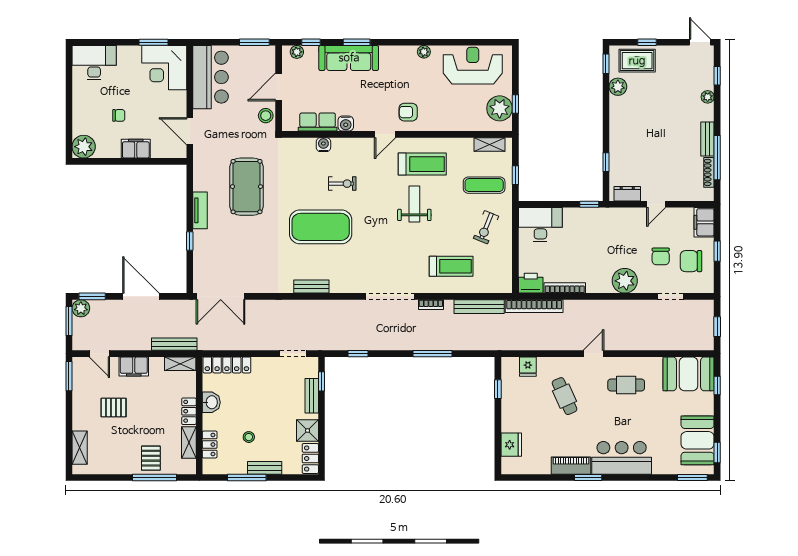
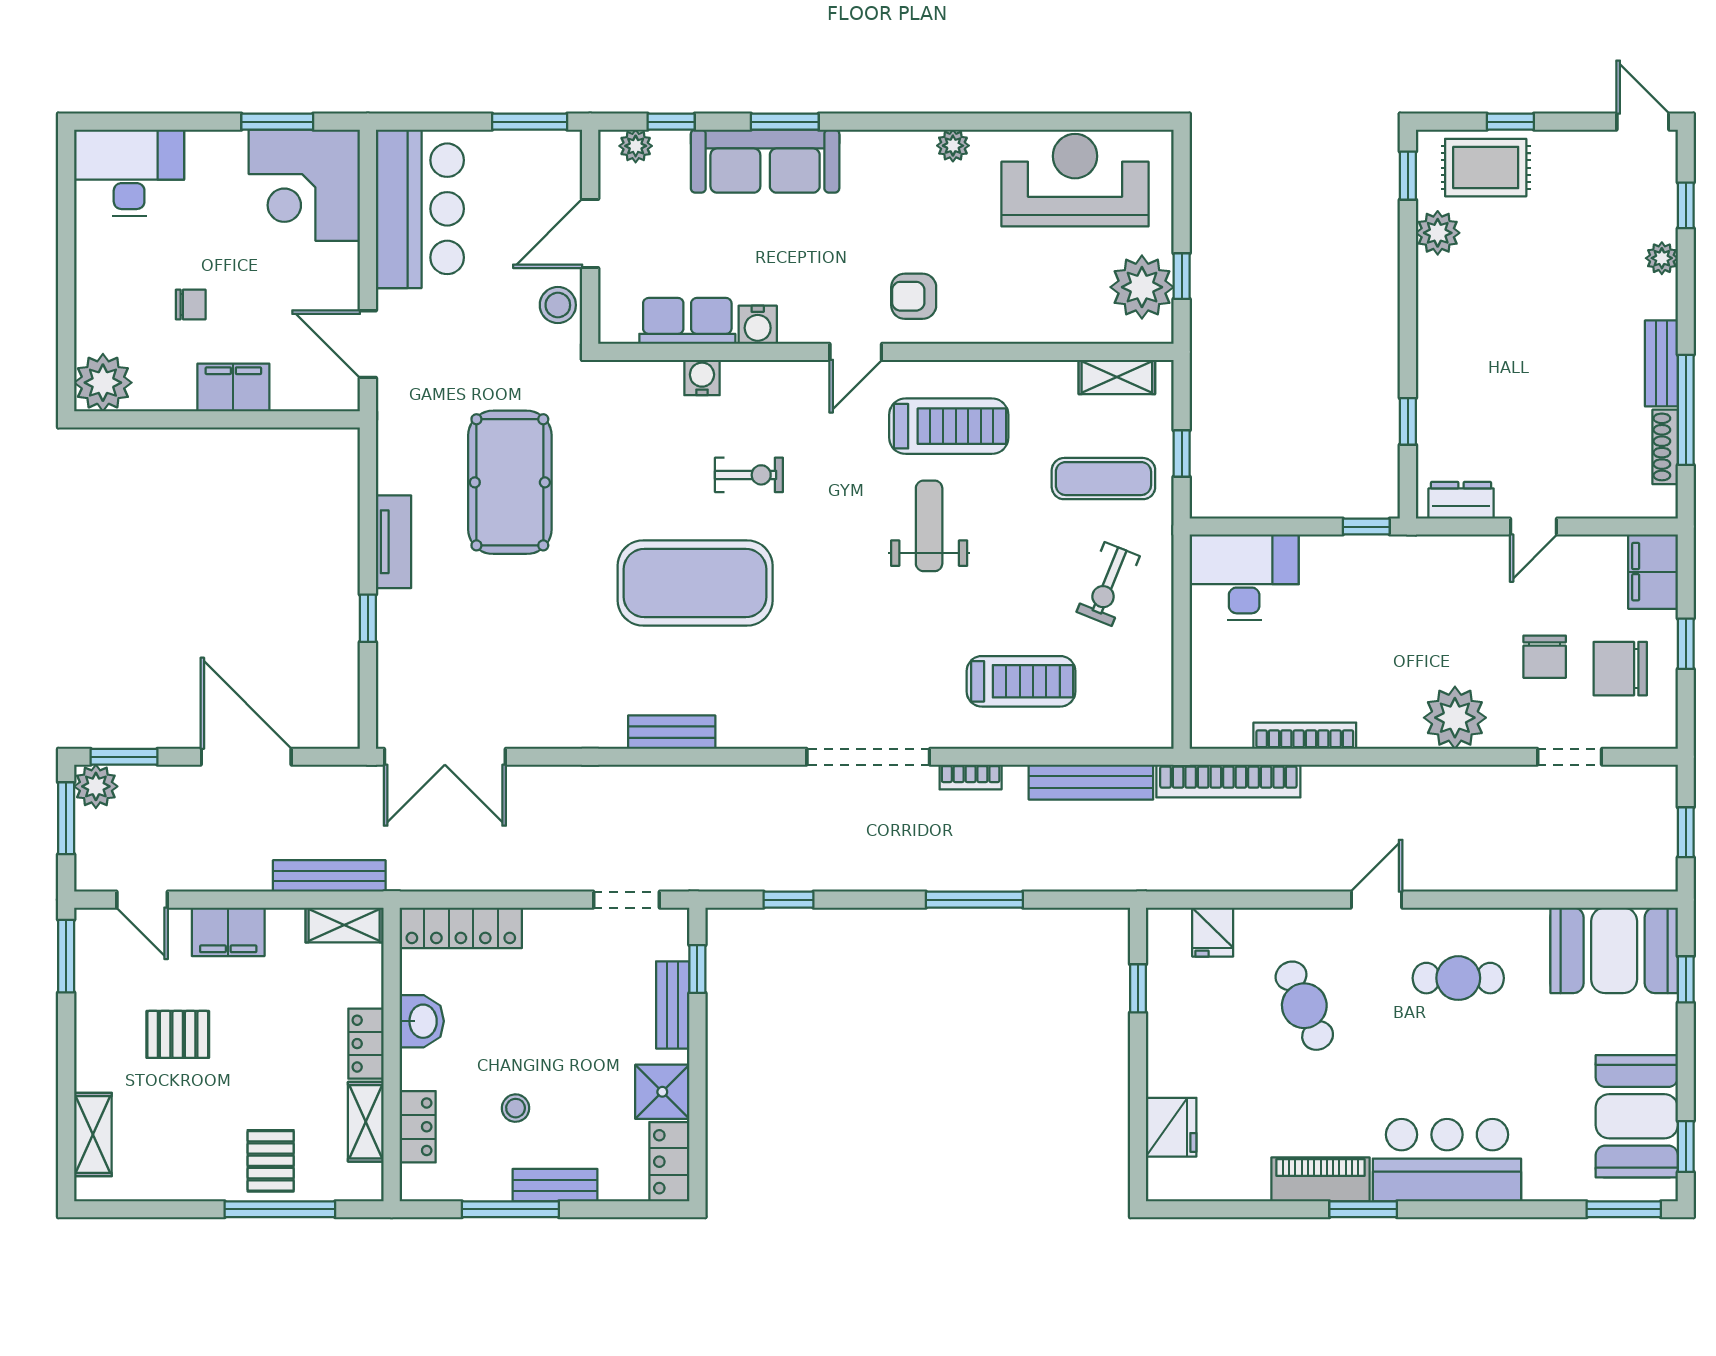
printer: (531, 283) -> (1220, 724), removed

